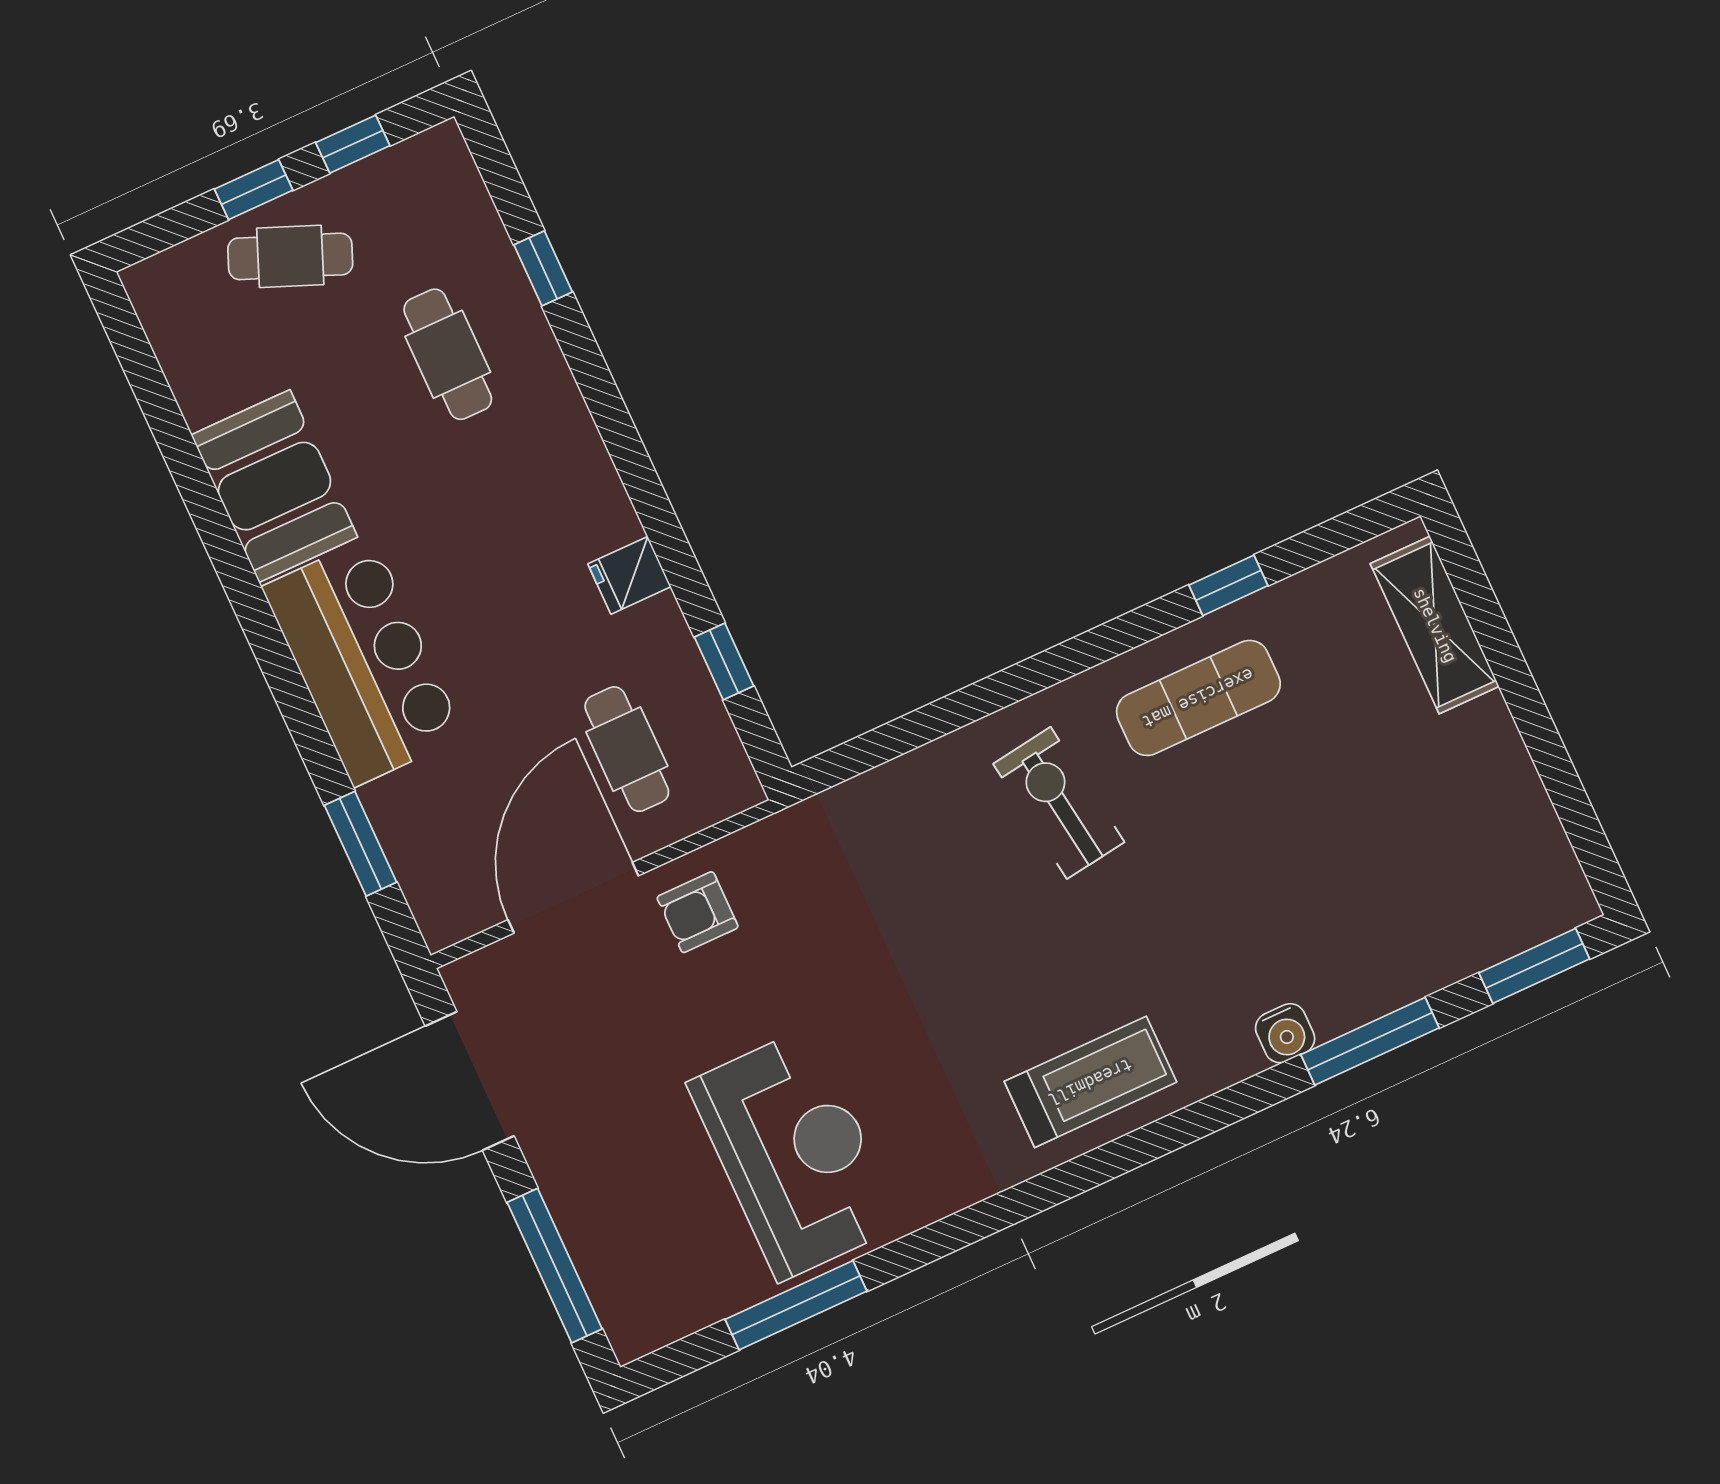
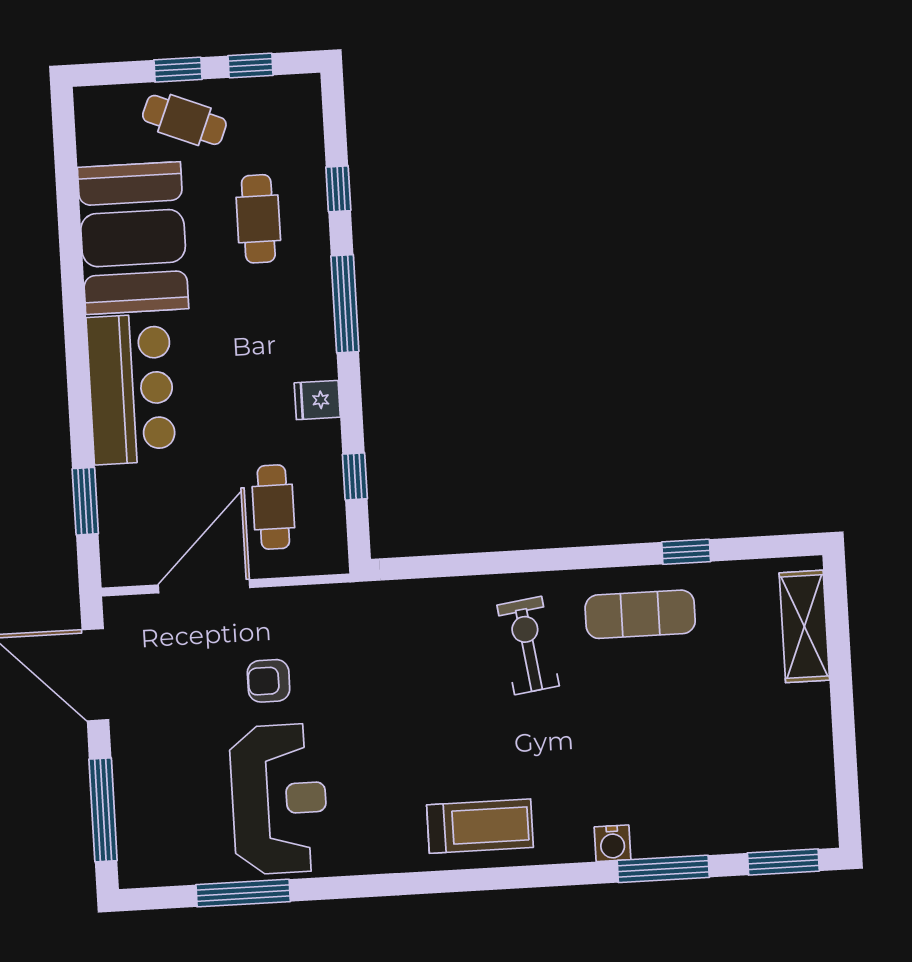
window: (615, 425) -> (345, 304), added
booth: (274, 486) -> (133, 238), width x1.36, depth x1.42
armchair: (698, 912) -> (269, 681), moved

